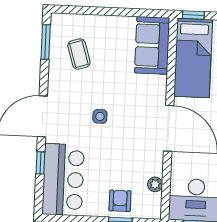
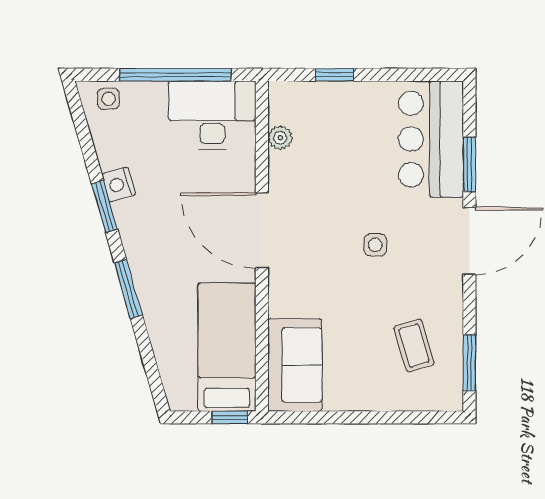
window: (40, 163) -> (469, 165), width x1.50
armchair: (120, 201) -> (336, 108), removed

